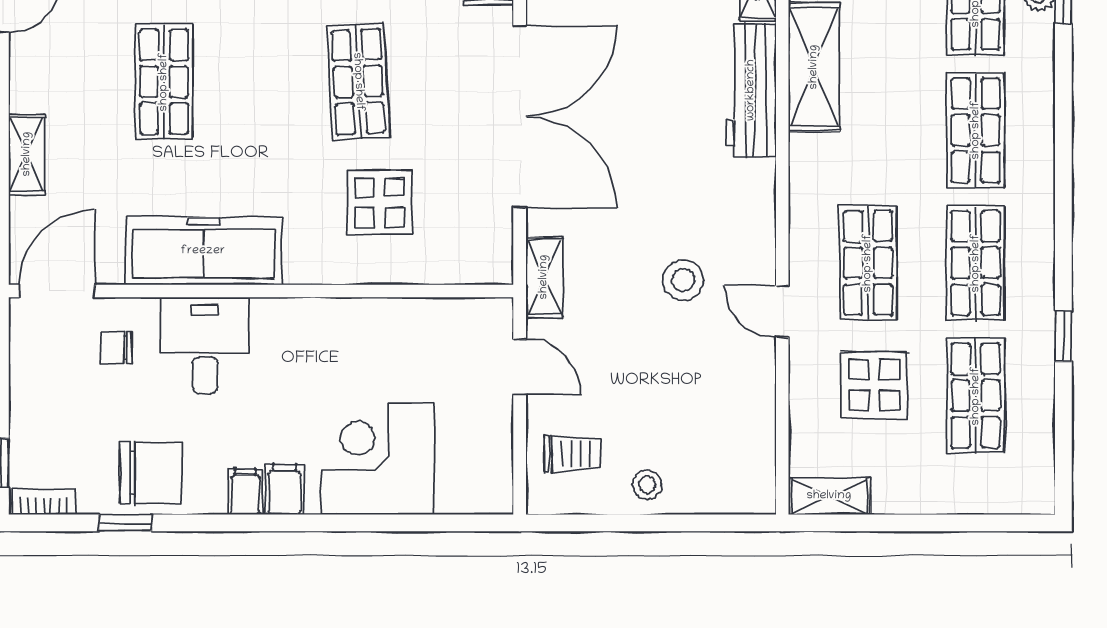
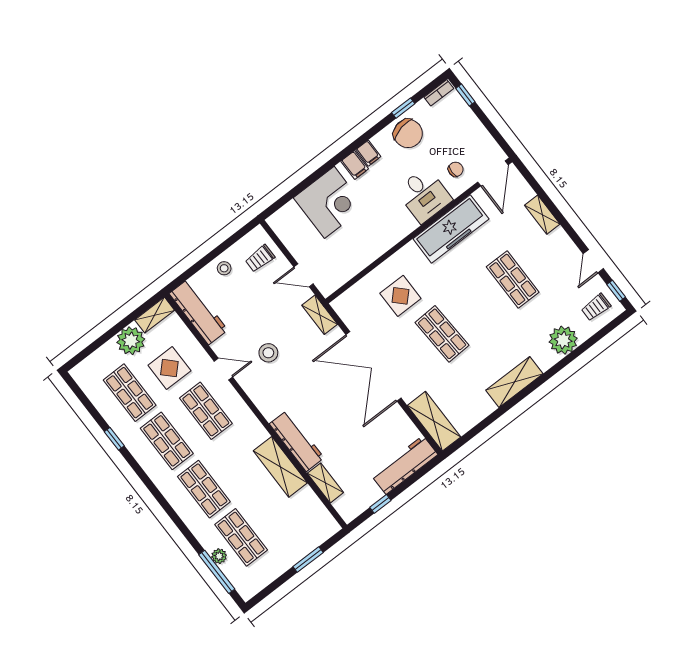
workbench: (749, 444) -> (198, 312), added
chair: (151, 473) -> (408, 133), turned -102
plant: (905, 484) -> (131, 341), added

